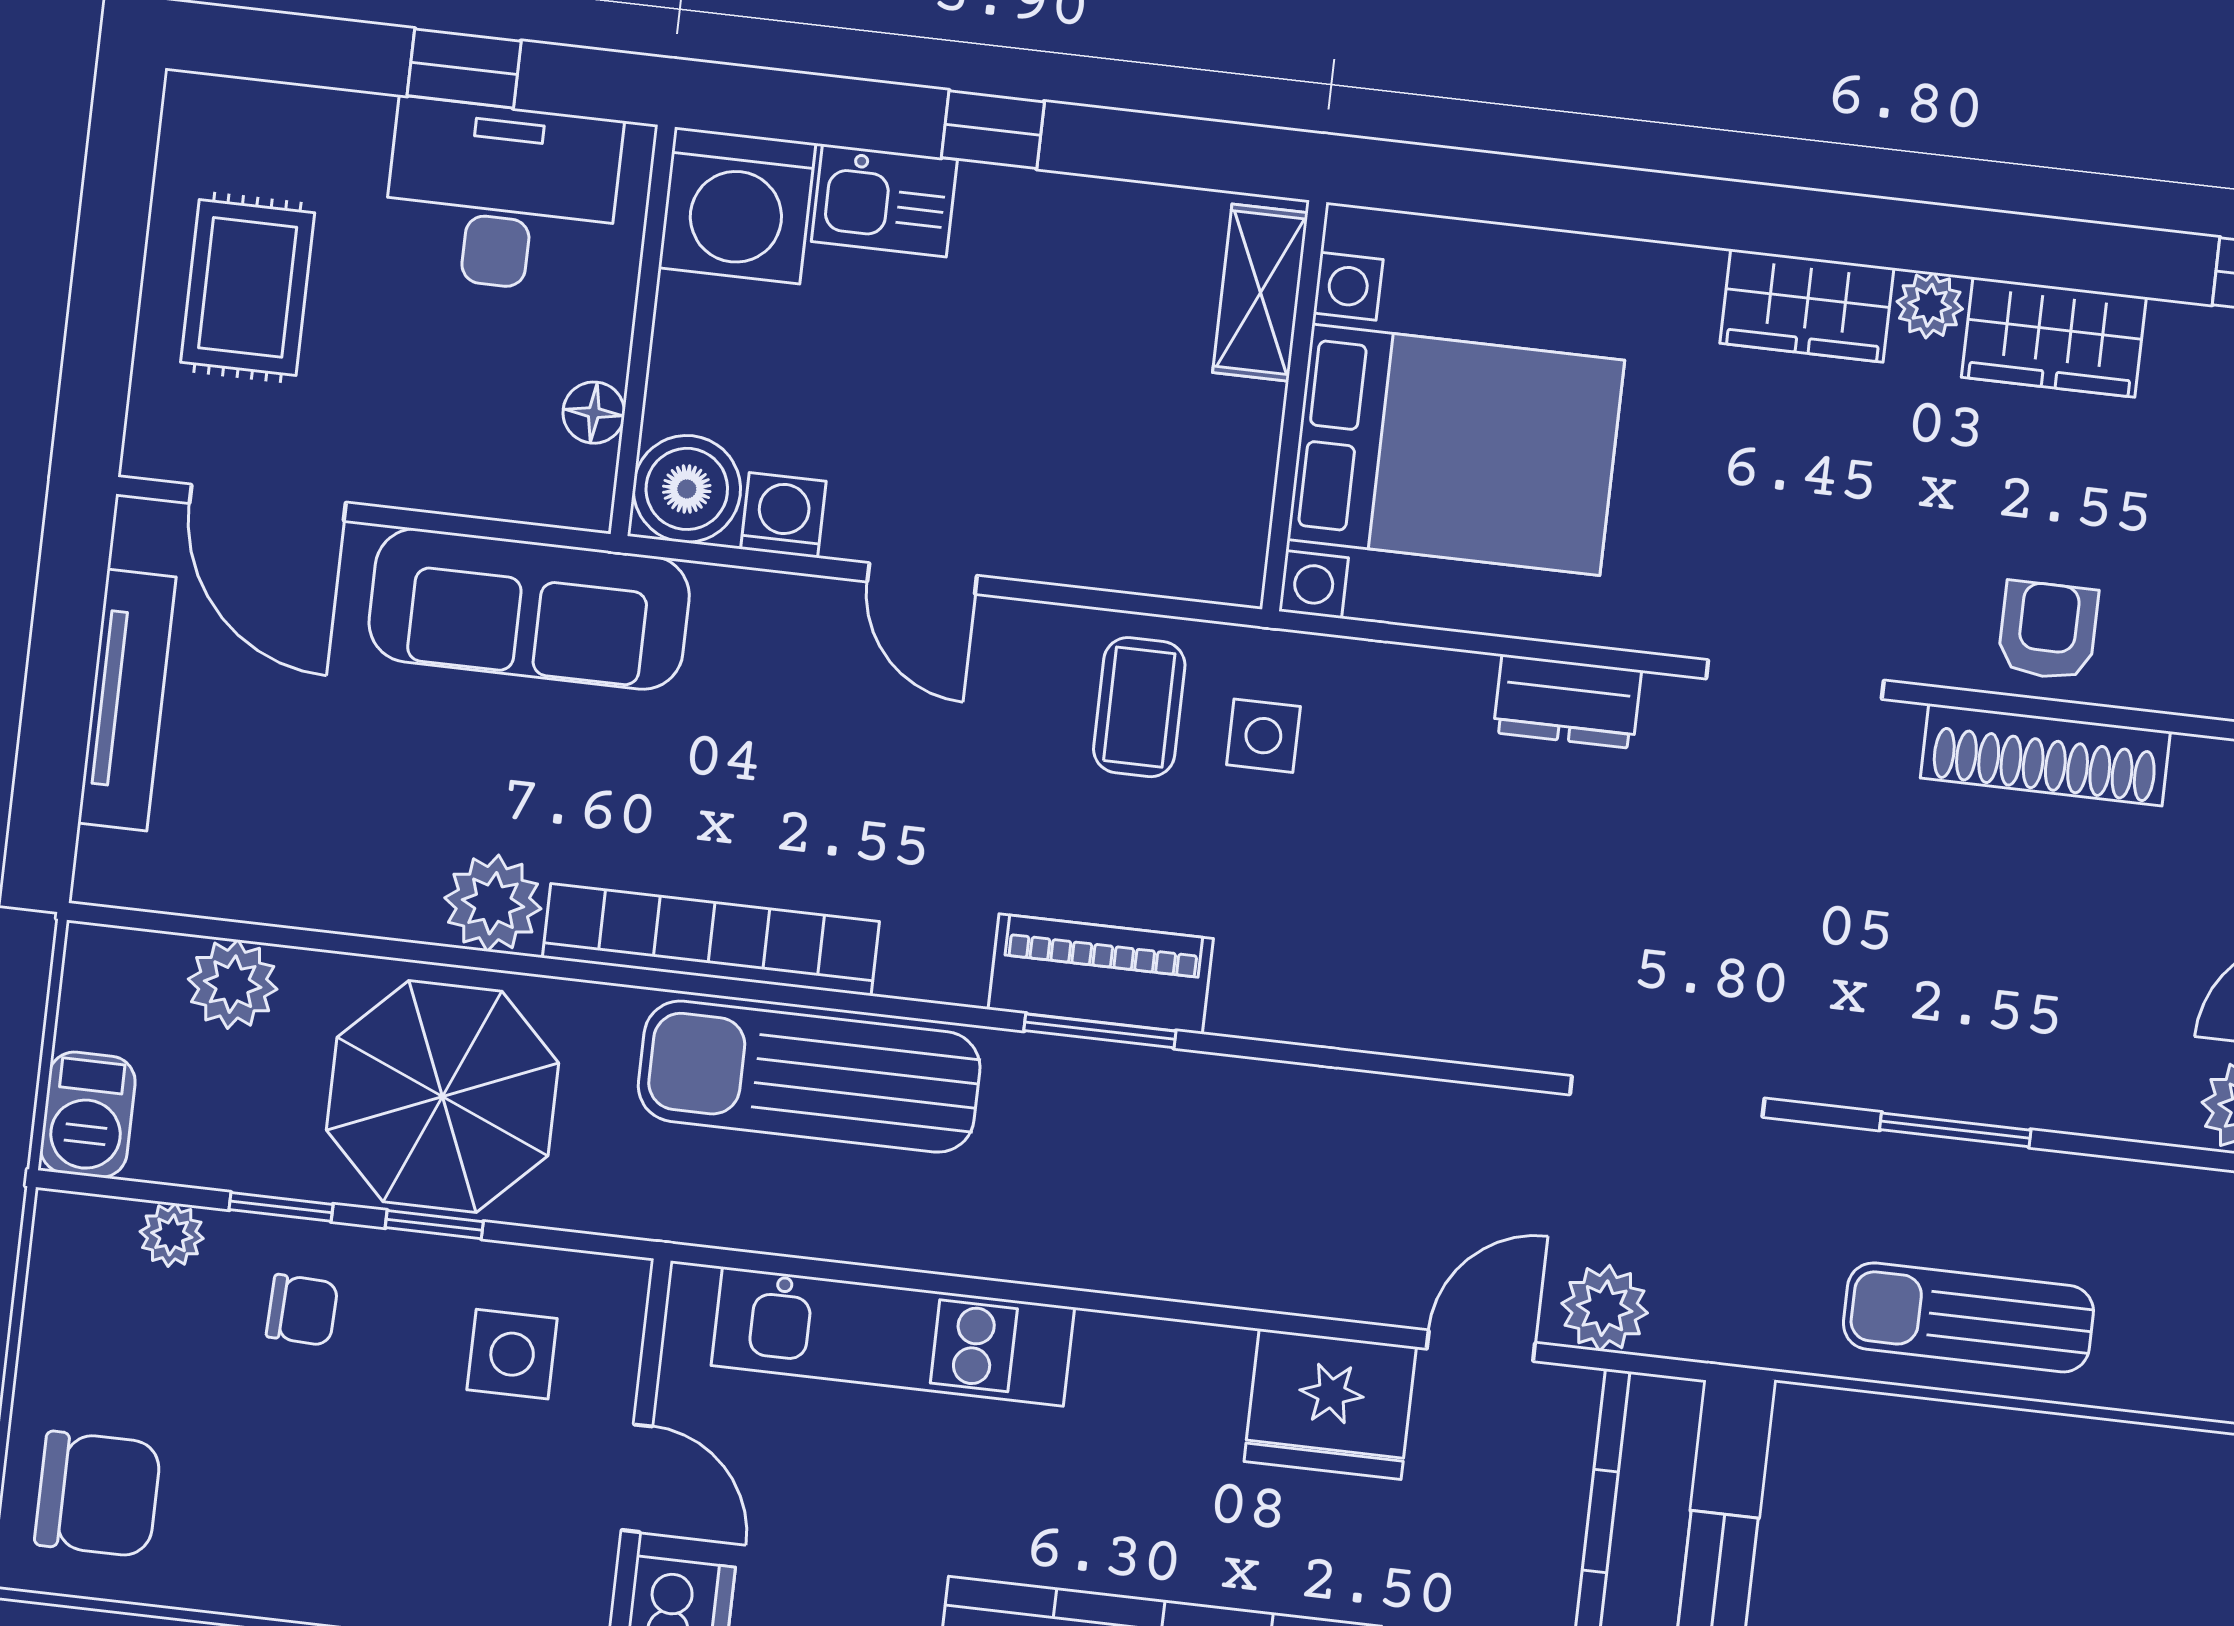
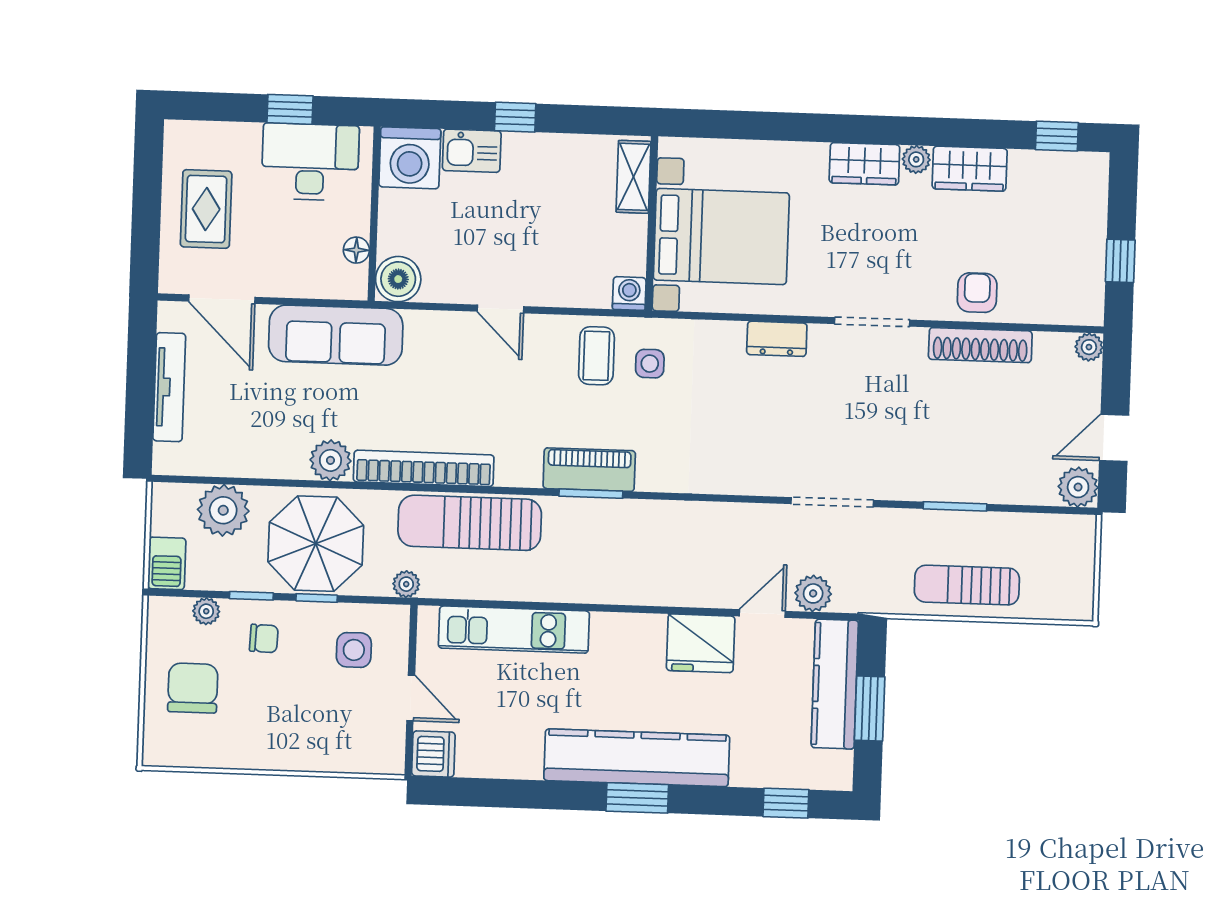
washing machine: (783, 515) -> (629, 293), moved
plant: (233, 984) -> (223, 510), width x1.36, depth x1.36
plant: (648, 1209) -> (406, 584), added
chair: (98, 1494) -> (193, 688), moved, turned -90

